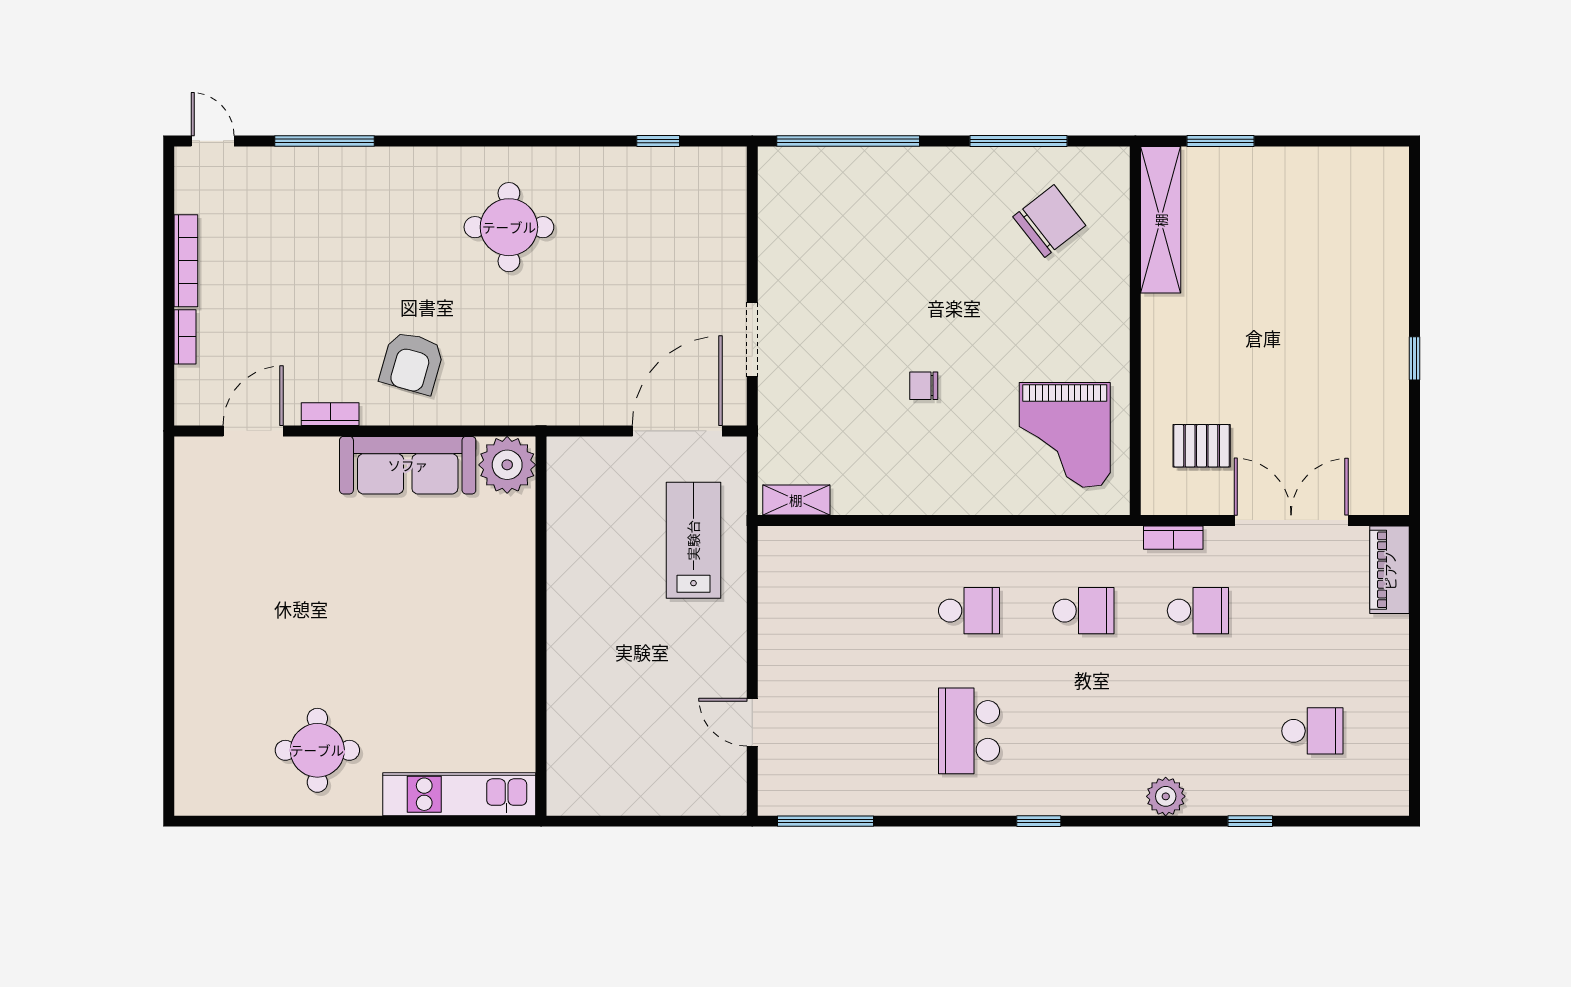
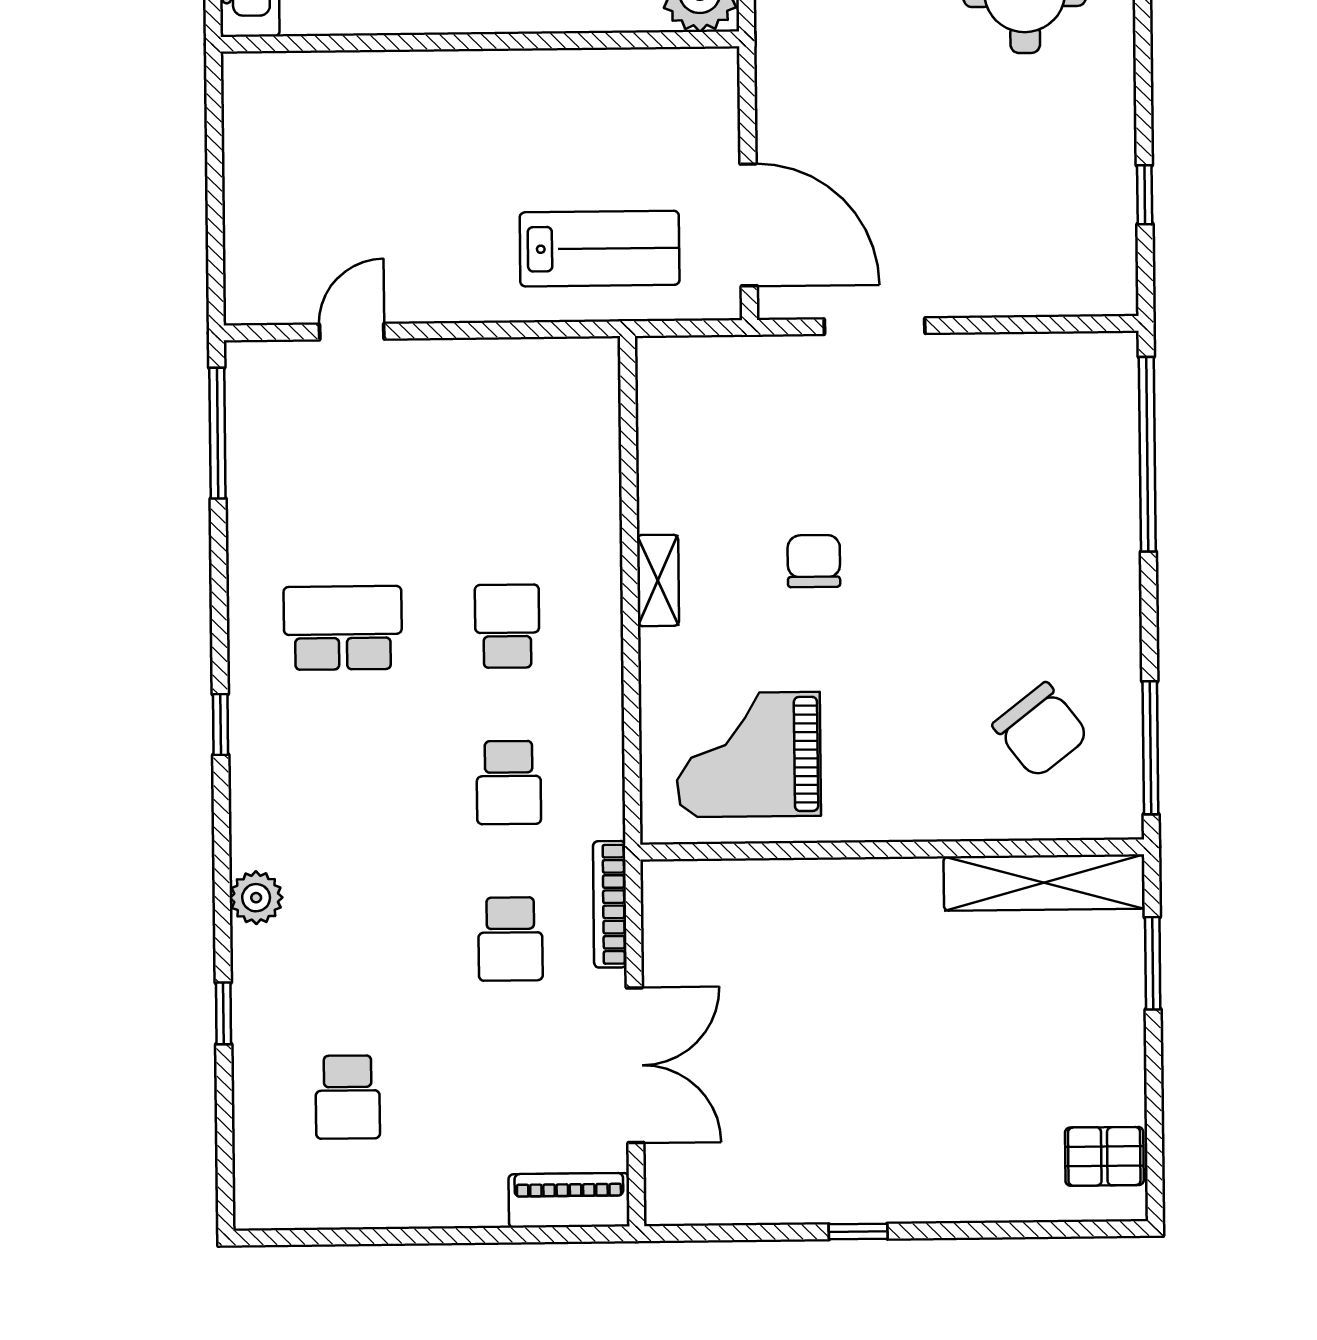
window: (1019, 141) -> (1150, 748), moved
chair: (924, 386) -> (814, 561), width x1.37, depth x1.37
pallet: (1202, 446) -> (1104, 1156), moved, turned 90
shelving: (796, 500) -> (658, 580), moved
bookcase: (1173, 538) -> (610, 904), width x1.56
school desk: (969, 611) -> (507, 626), turned 180

